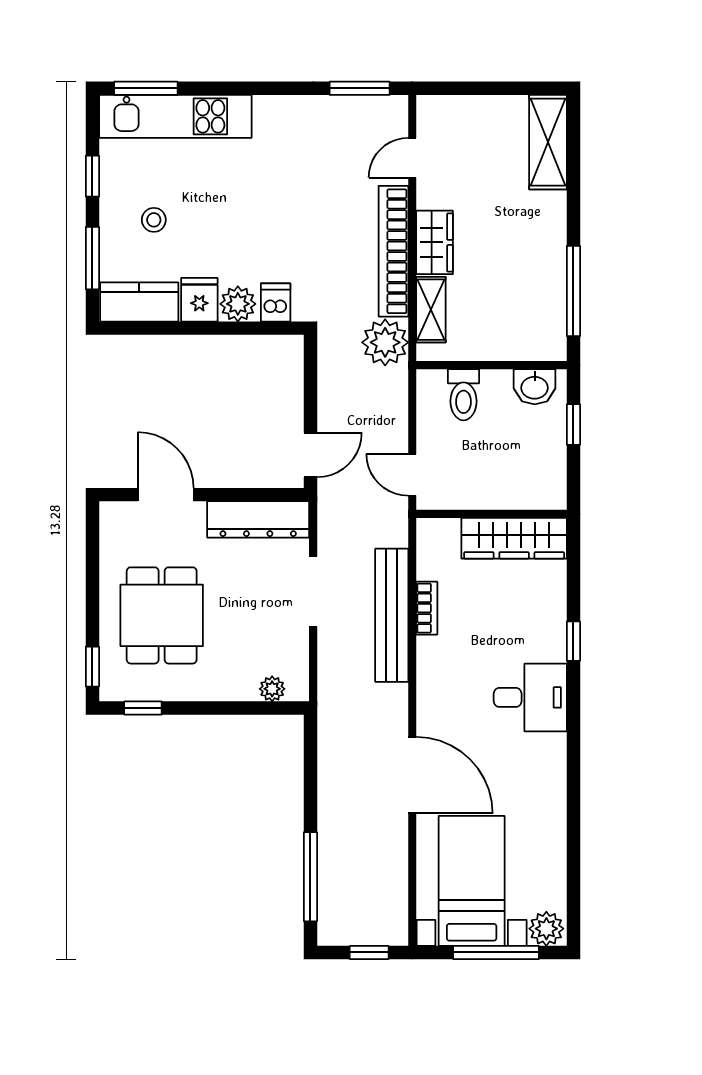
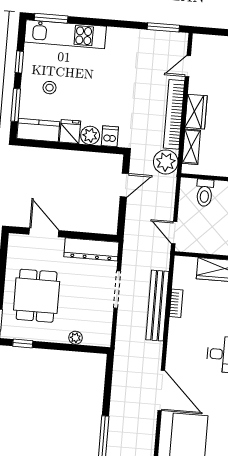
door: (310, 455) -> (124, 185), moved
plant: (272, 689) -> (75, 338), moved

